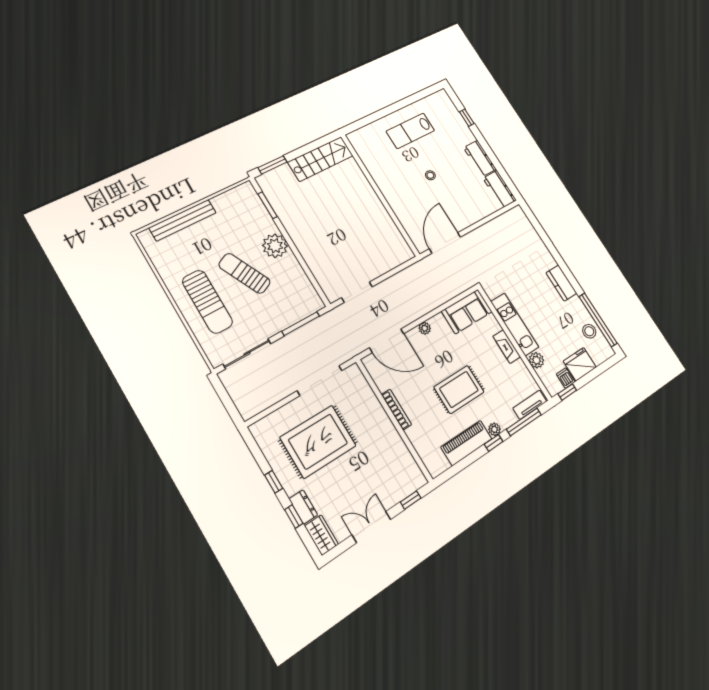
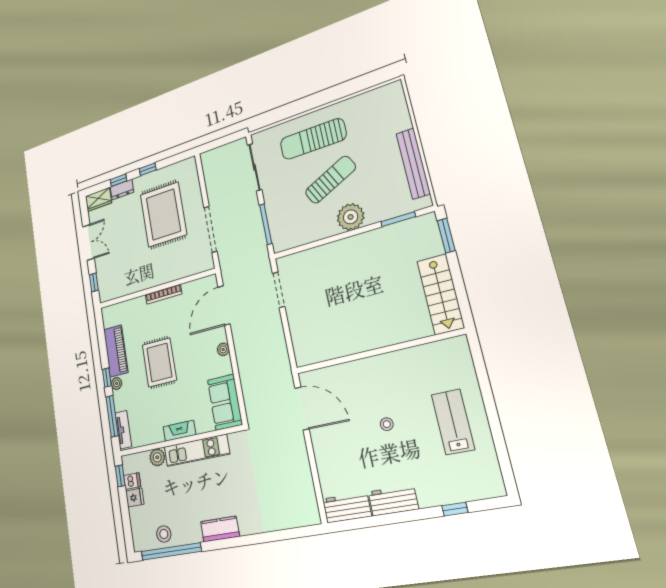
bench: (183, 220) -> (413, 163), moved
fridge: (580, 364) -> (135, 498), width x0.53, depth x0.75

